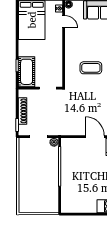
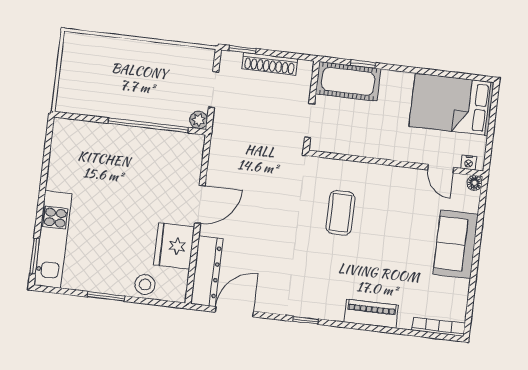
door: (64, 22) -> (441, 169), hinge flipped

